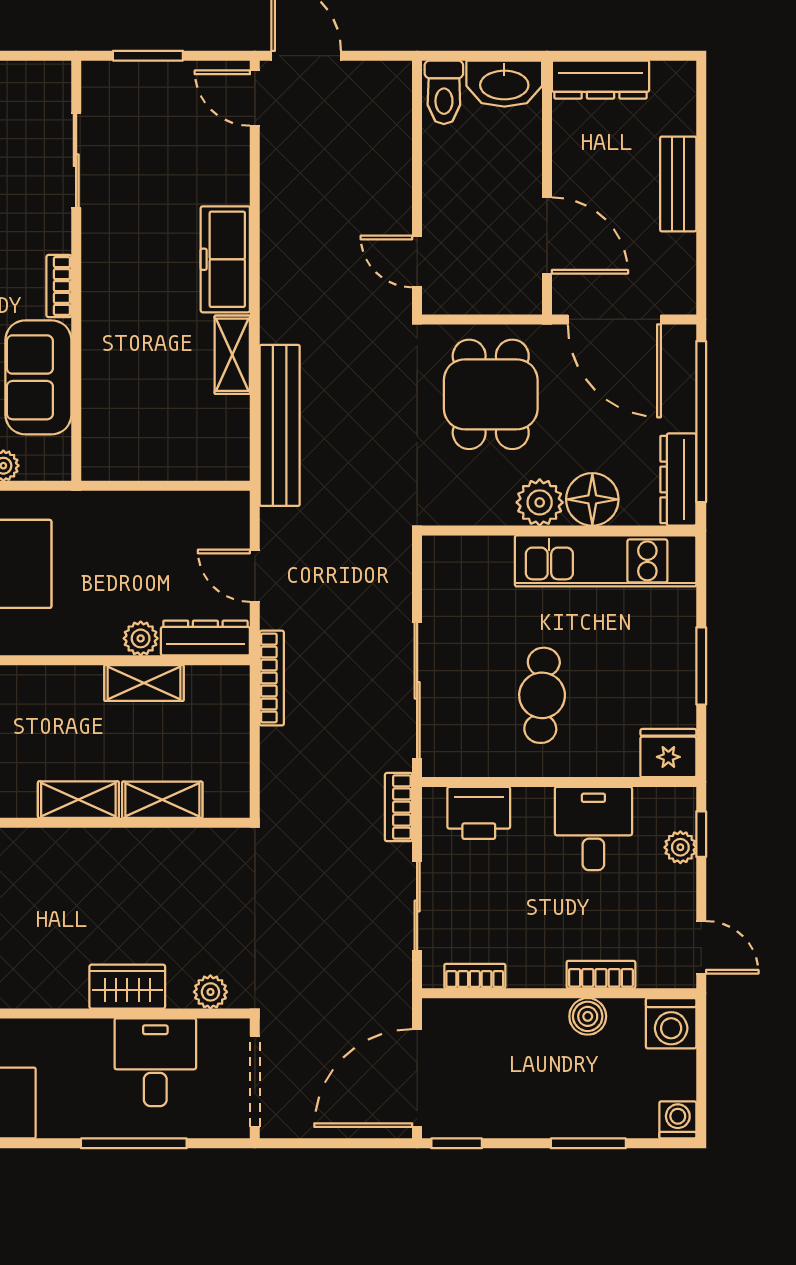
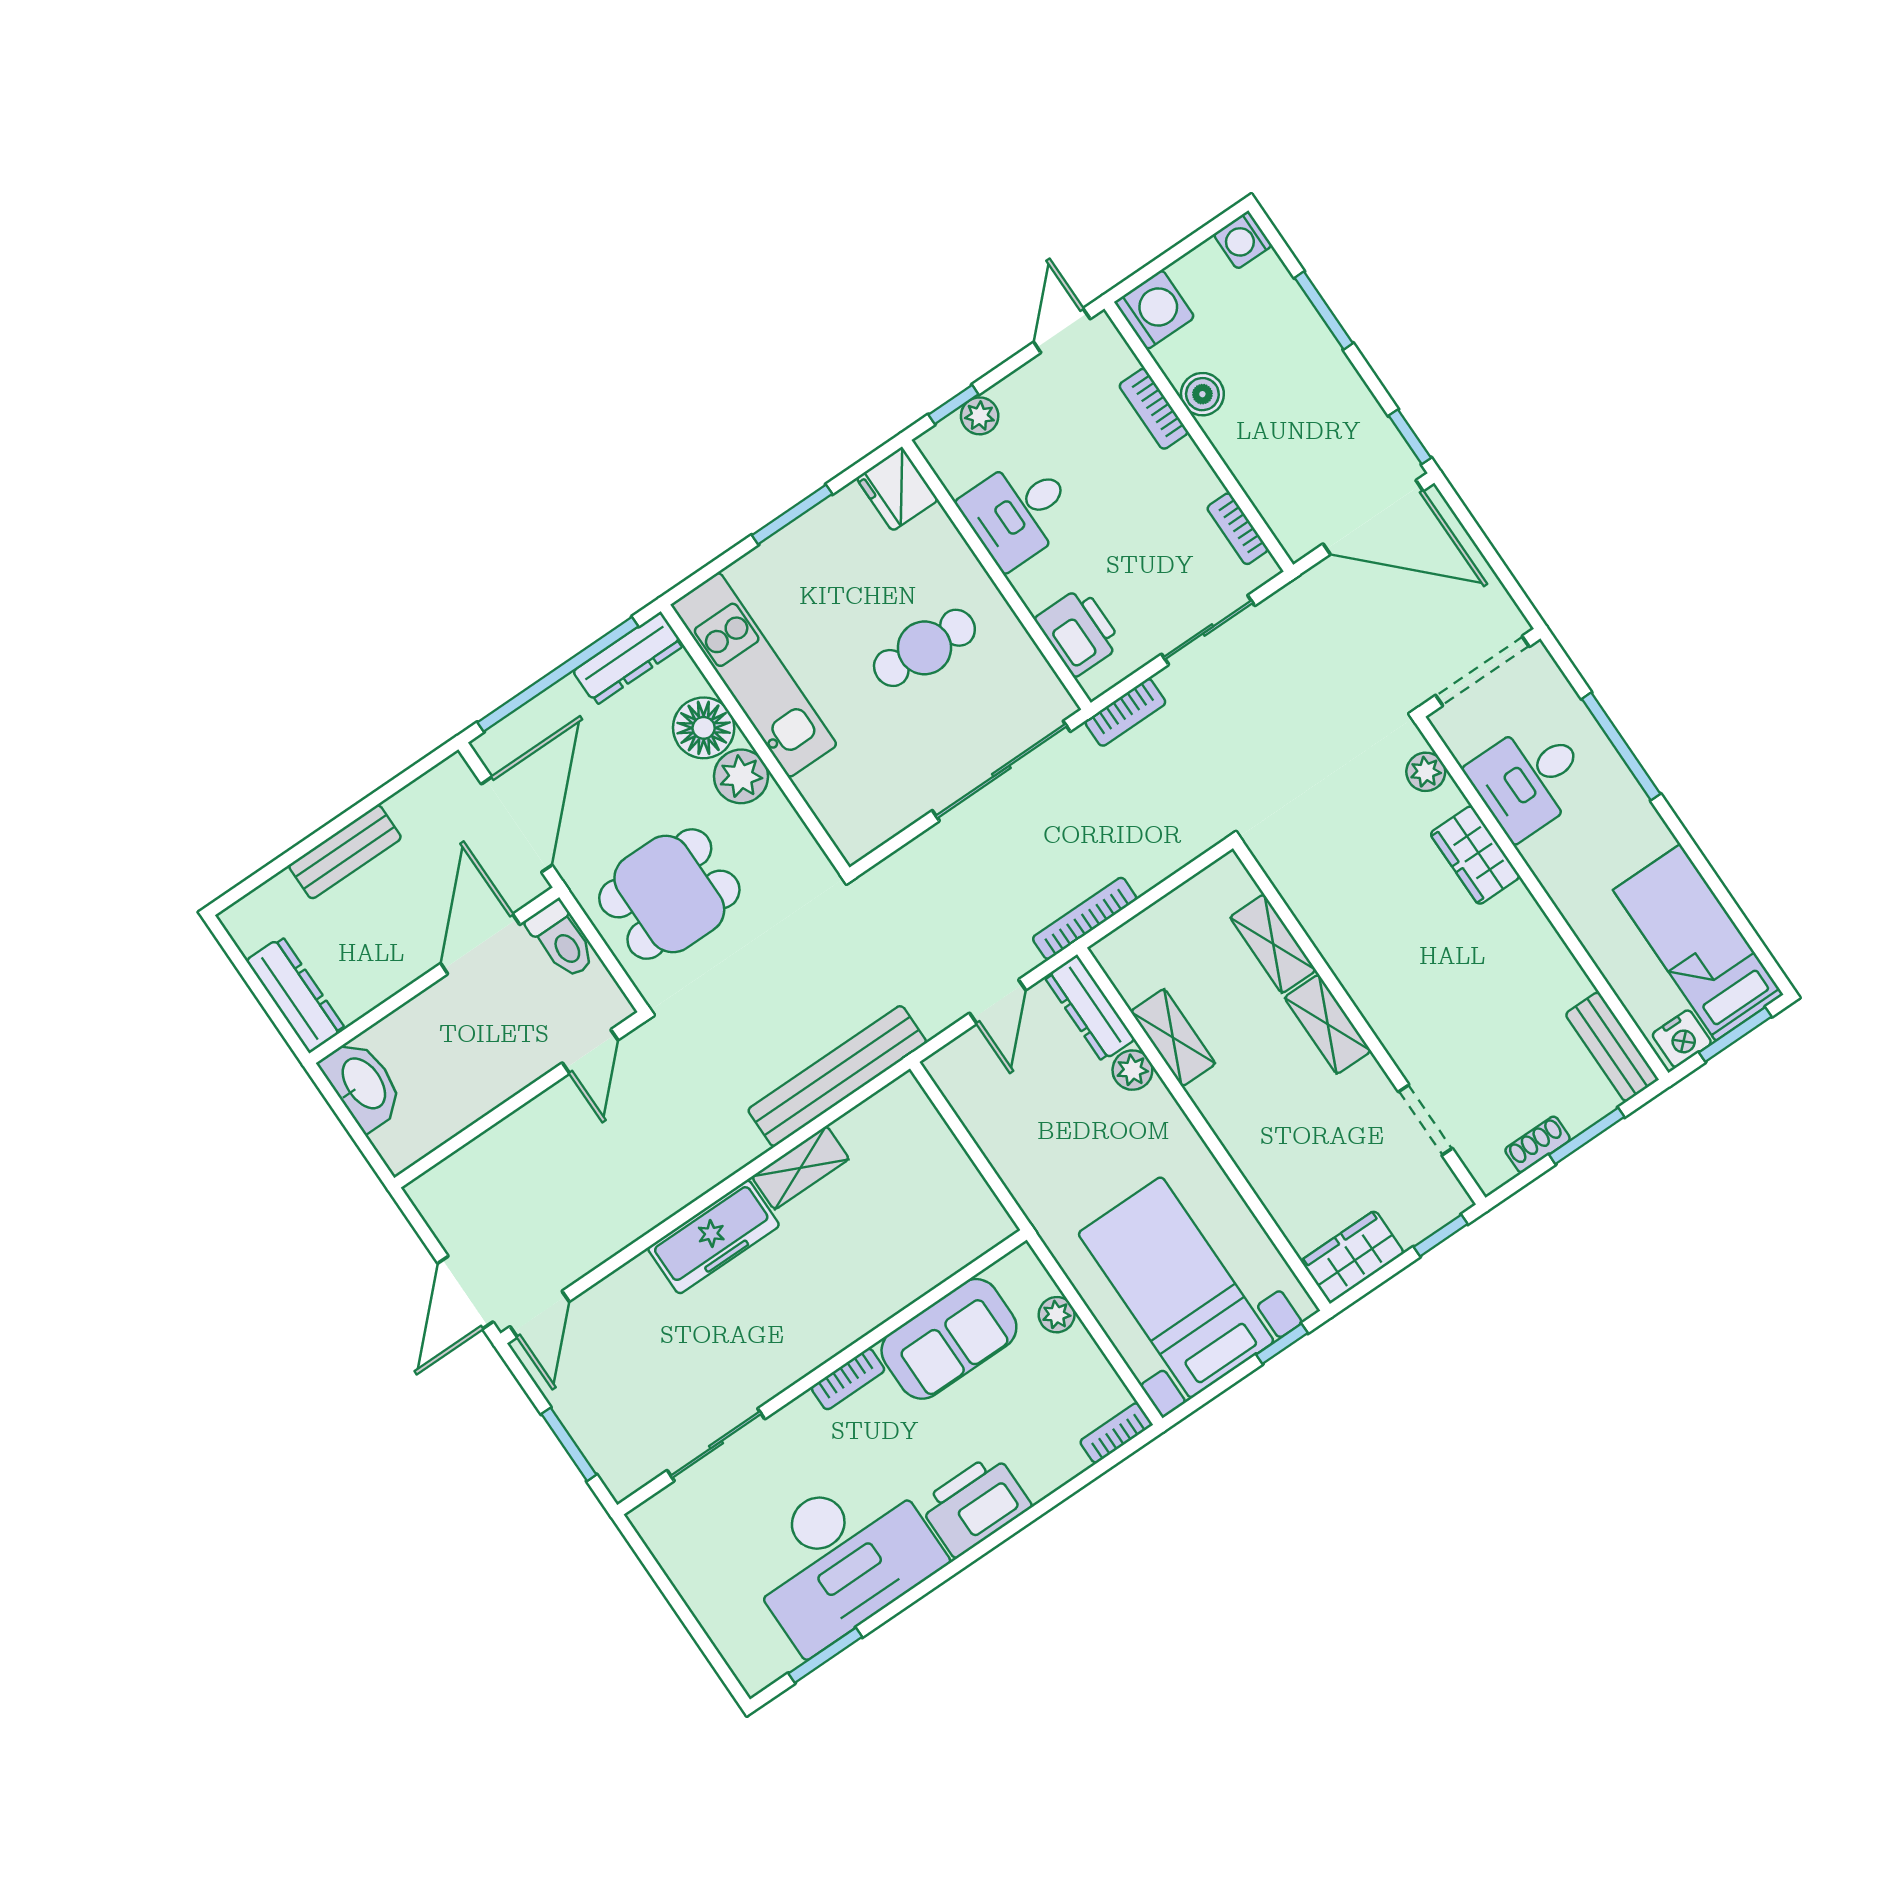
toilet: (444, 92) -> (562, 940), moved, turned 90

